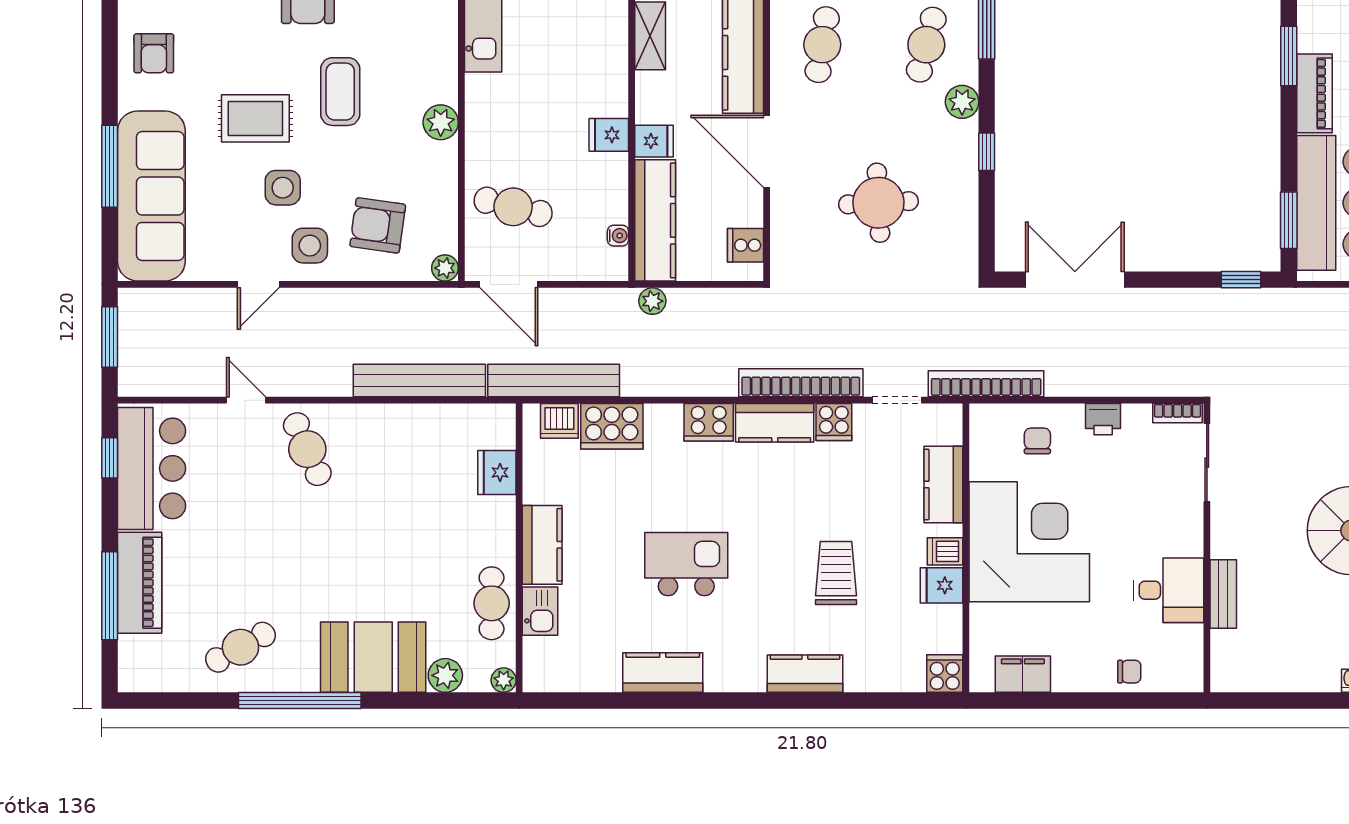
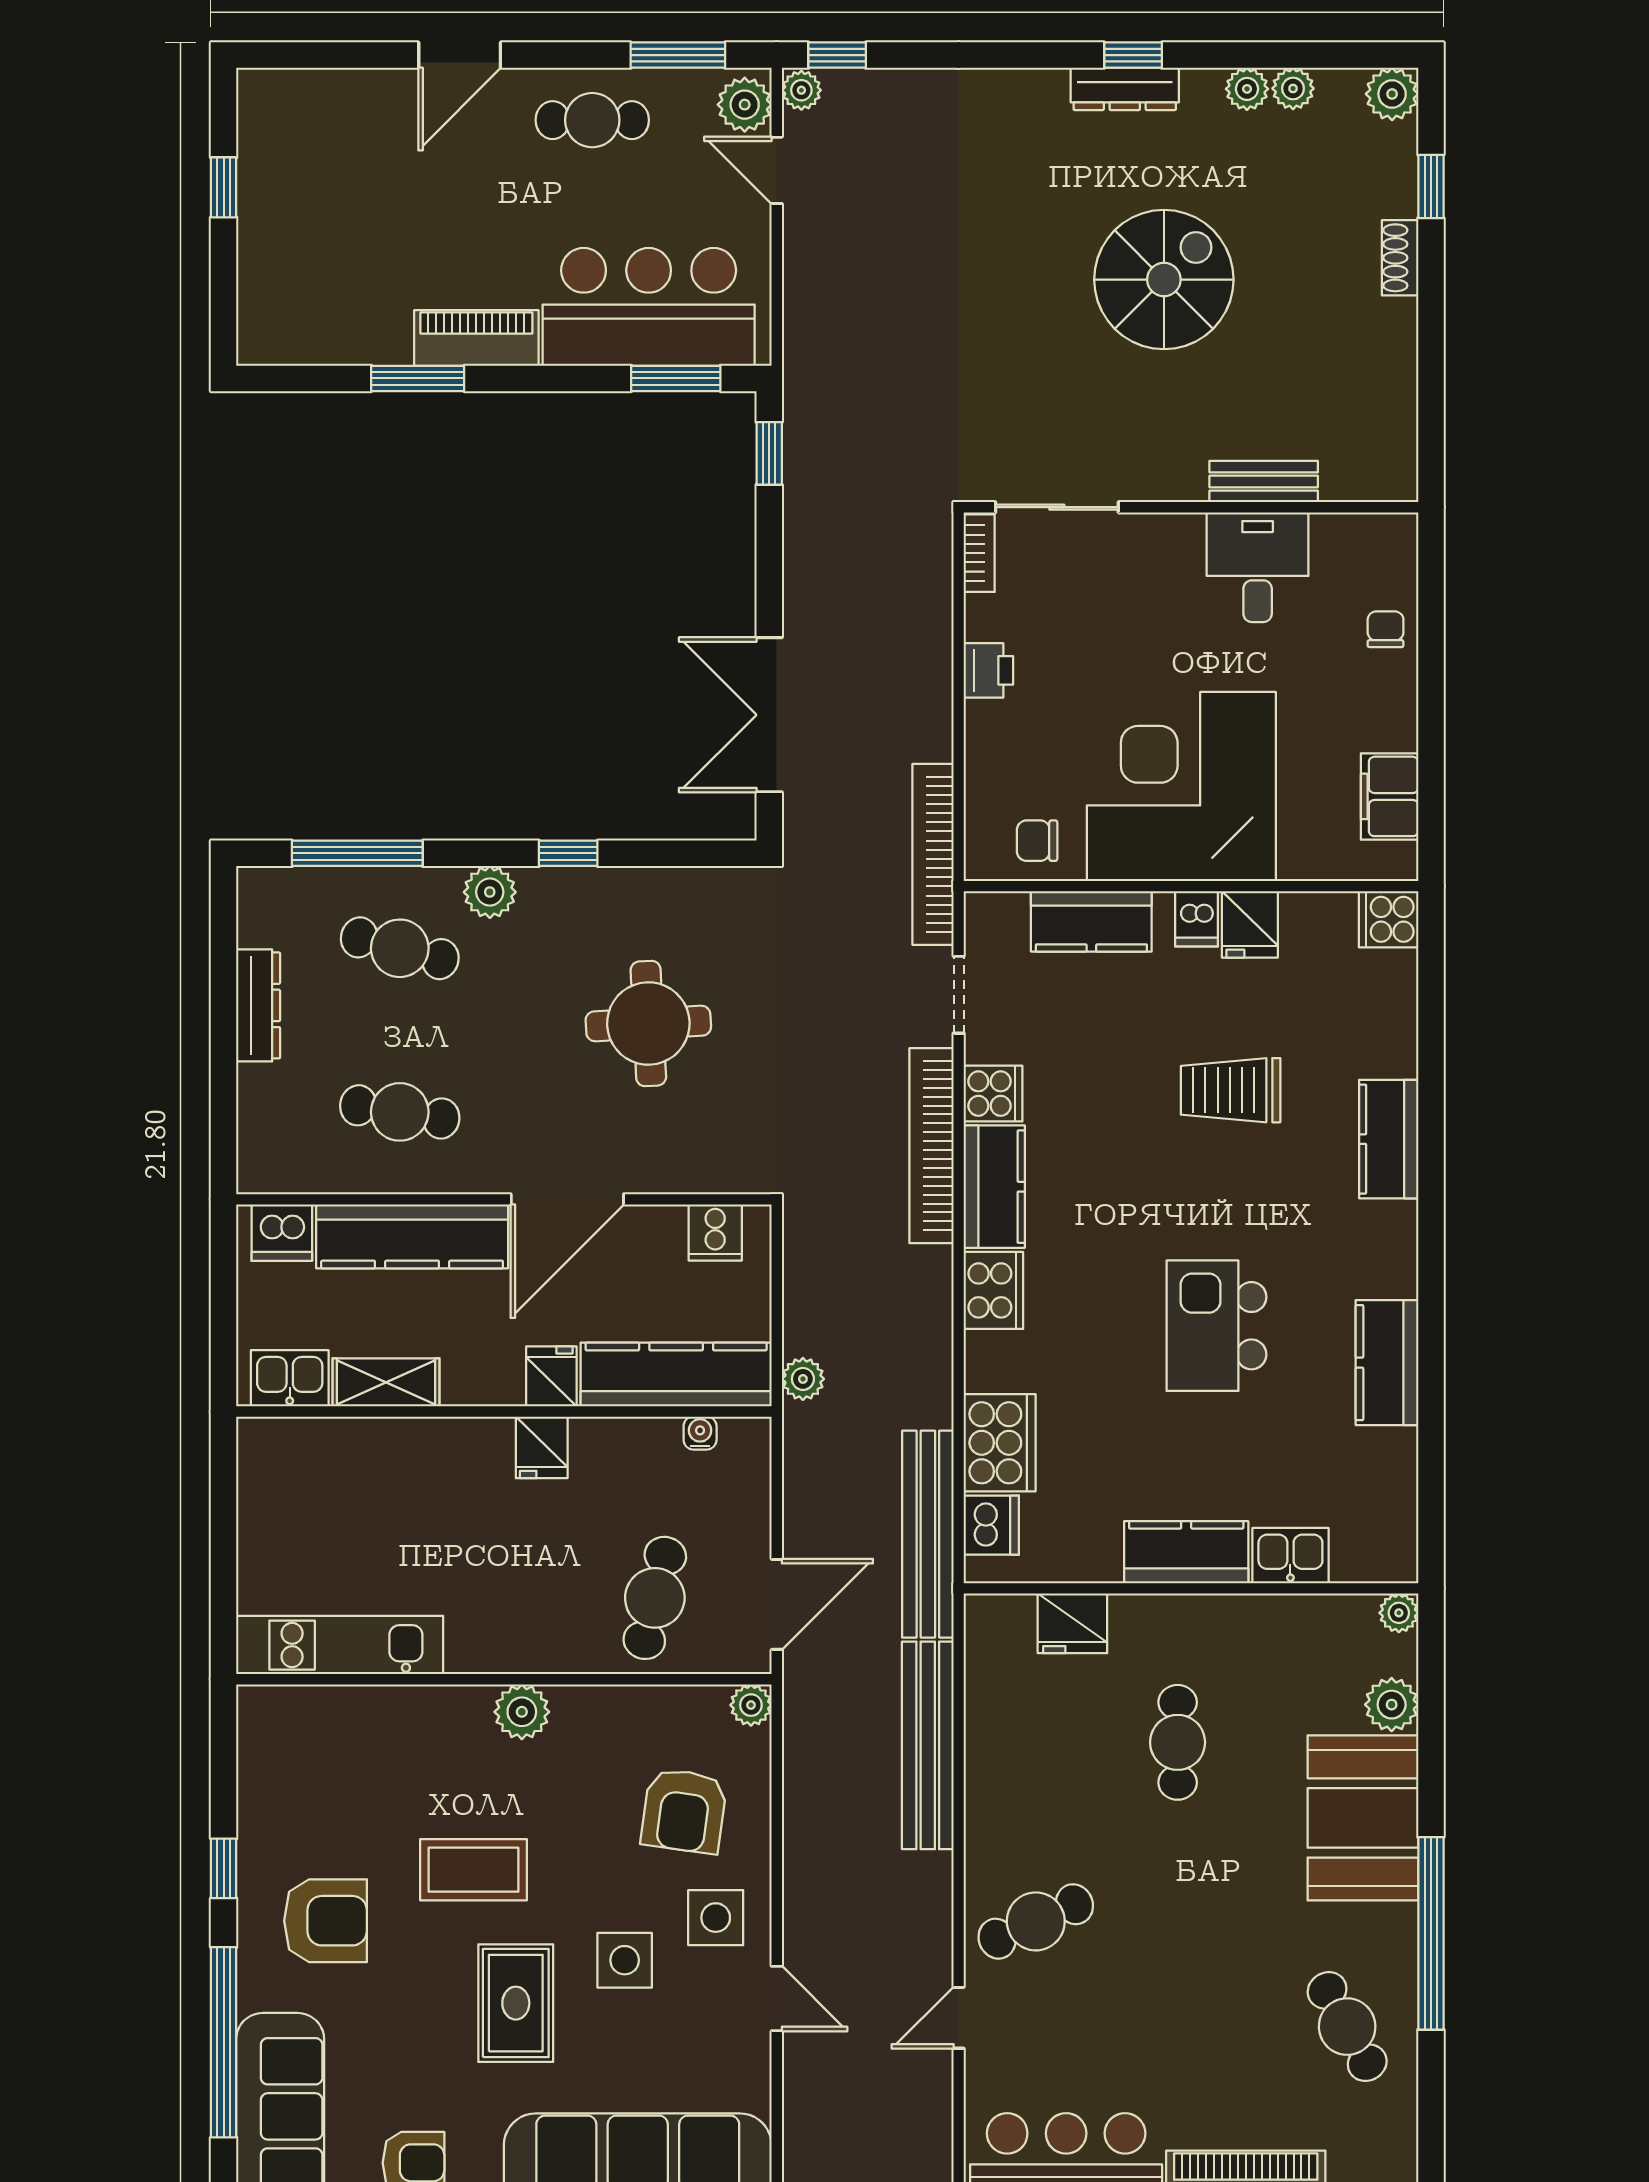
chair: (1037, 441) -> (1037, 841), moved
cafe table: (492, 603) -> (1178, 1742), moved, turned 90

